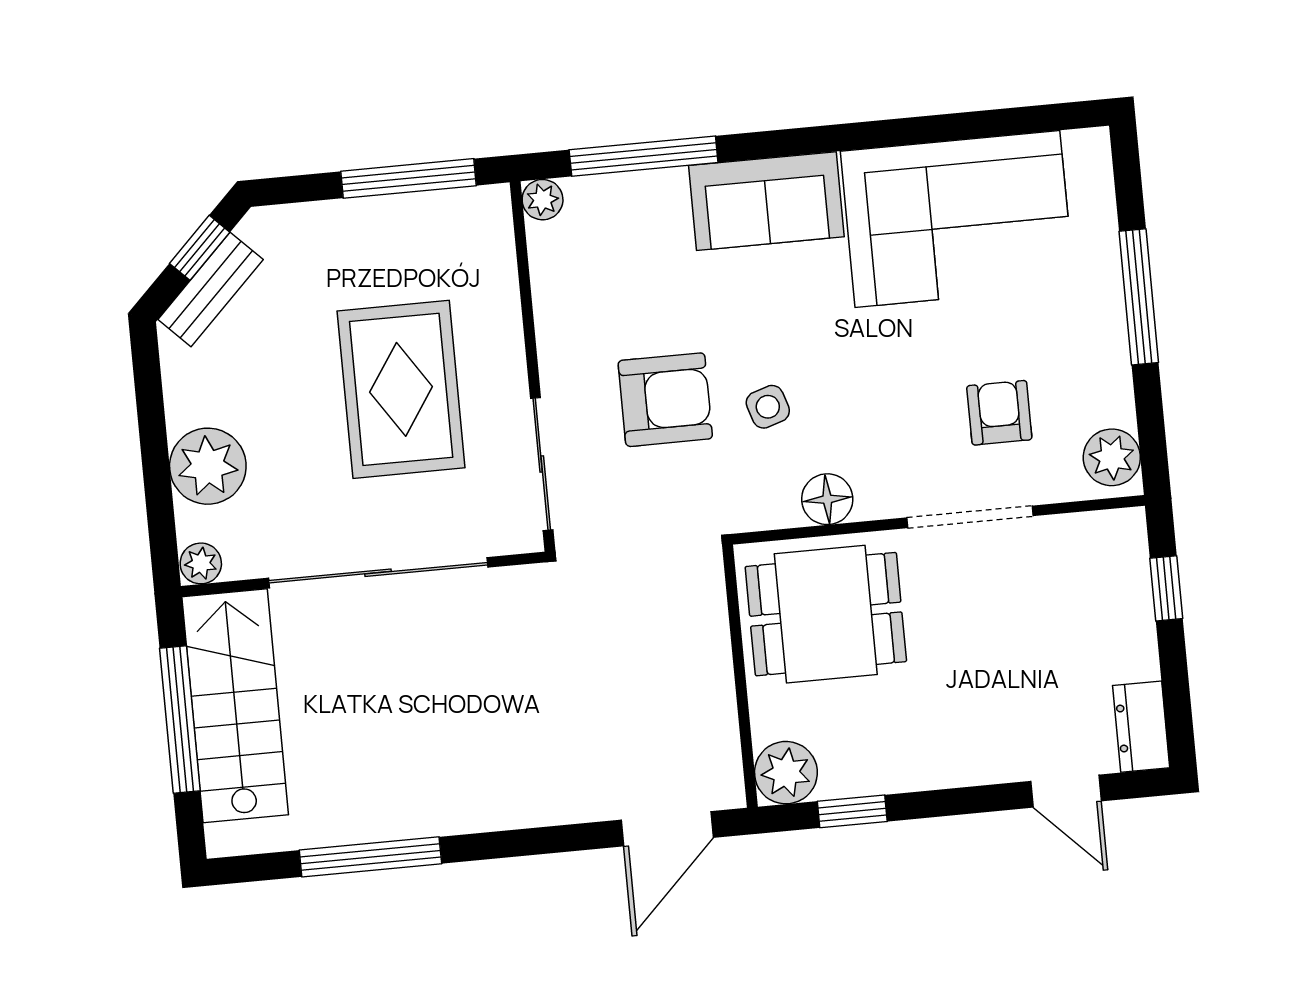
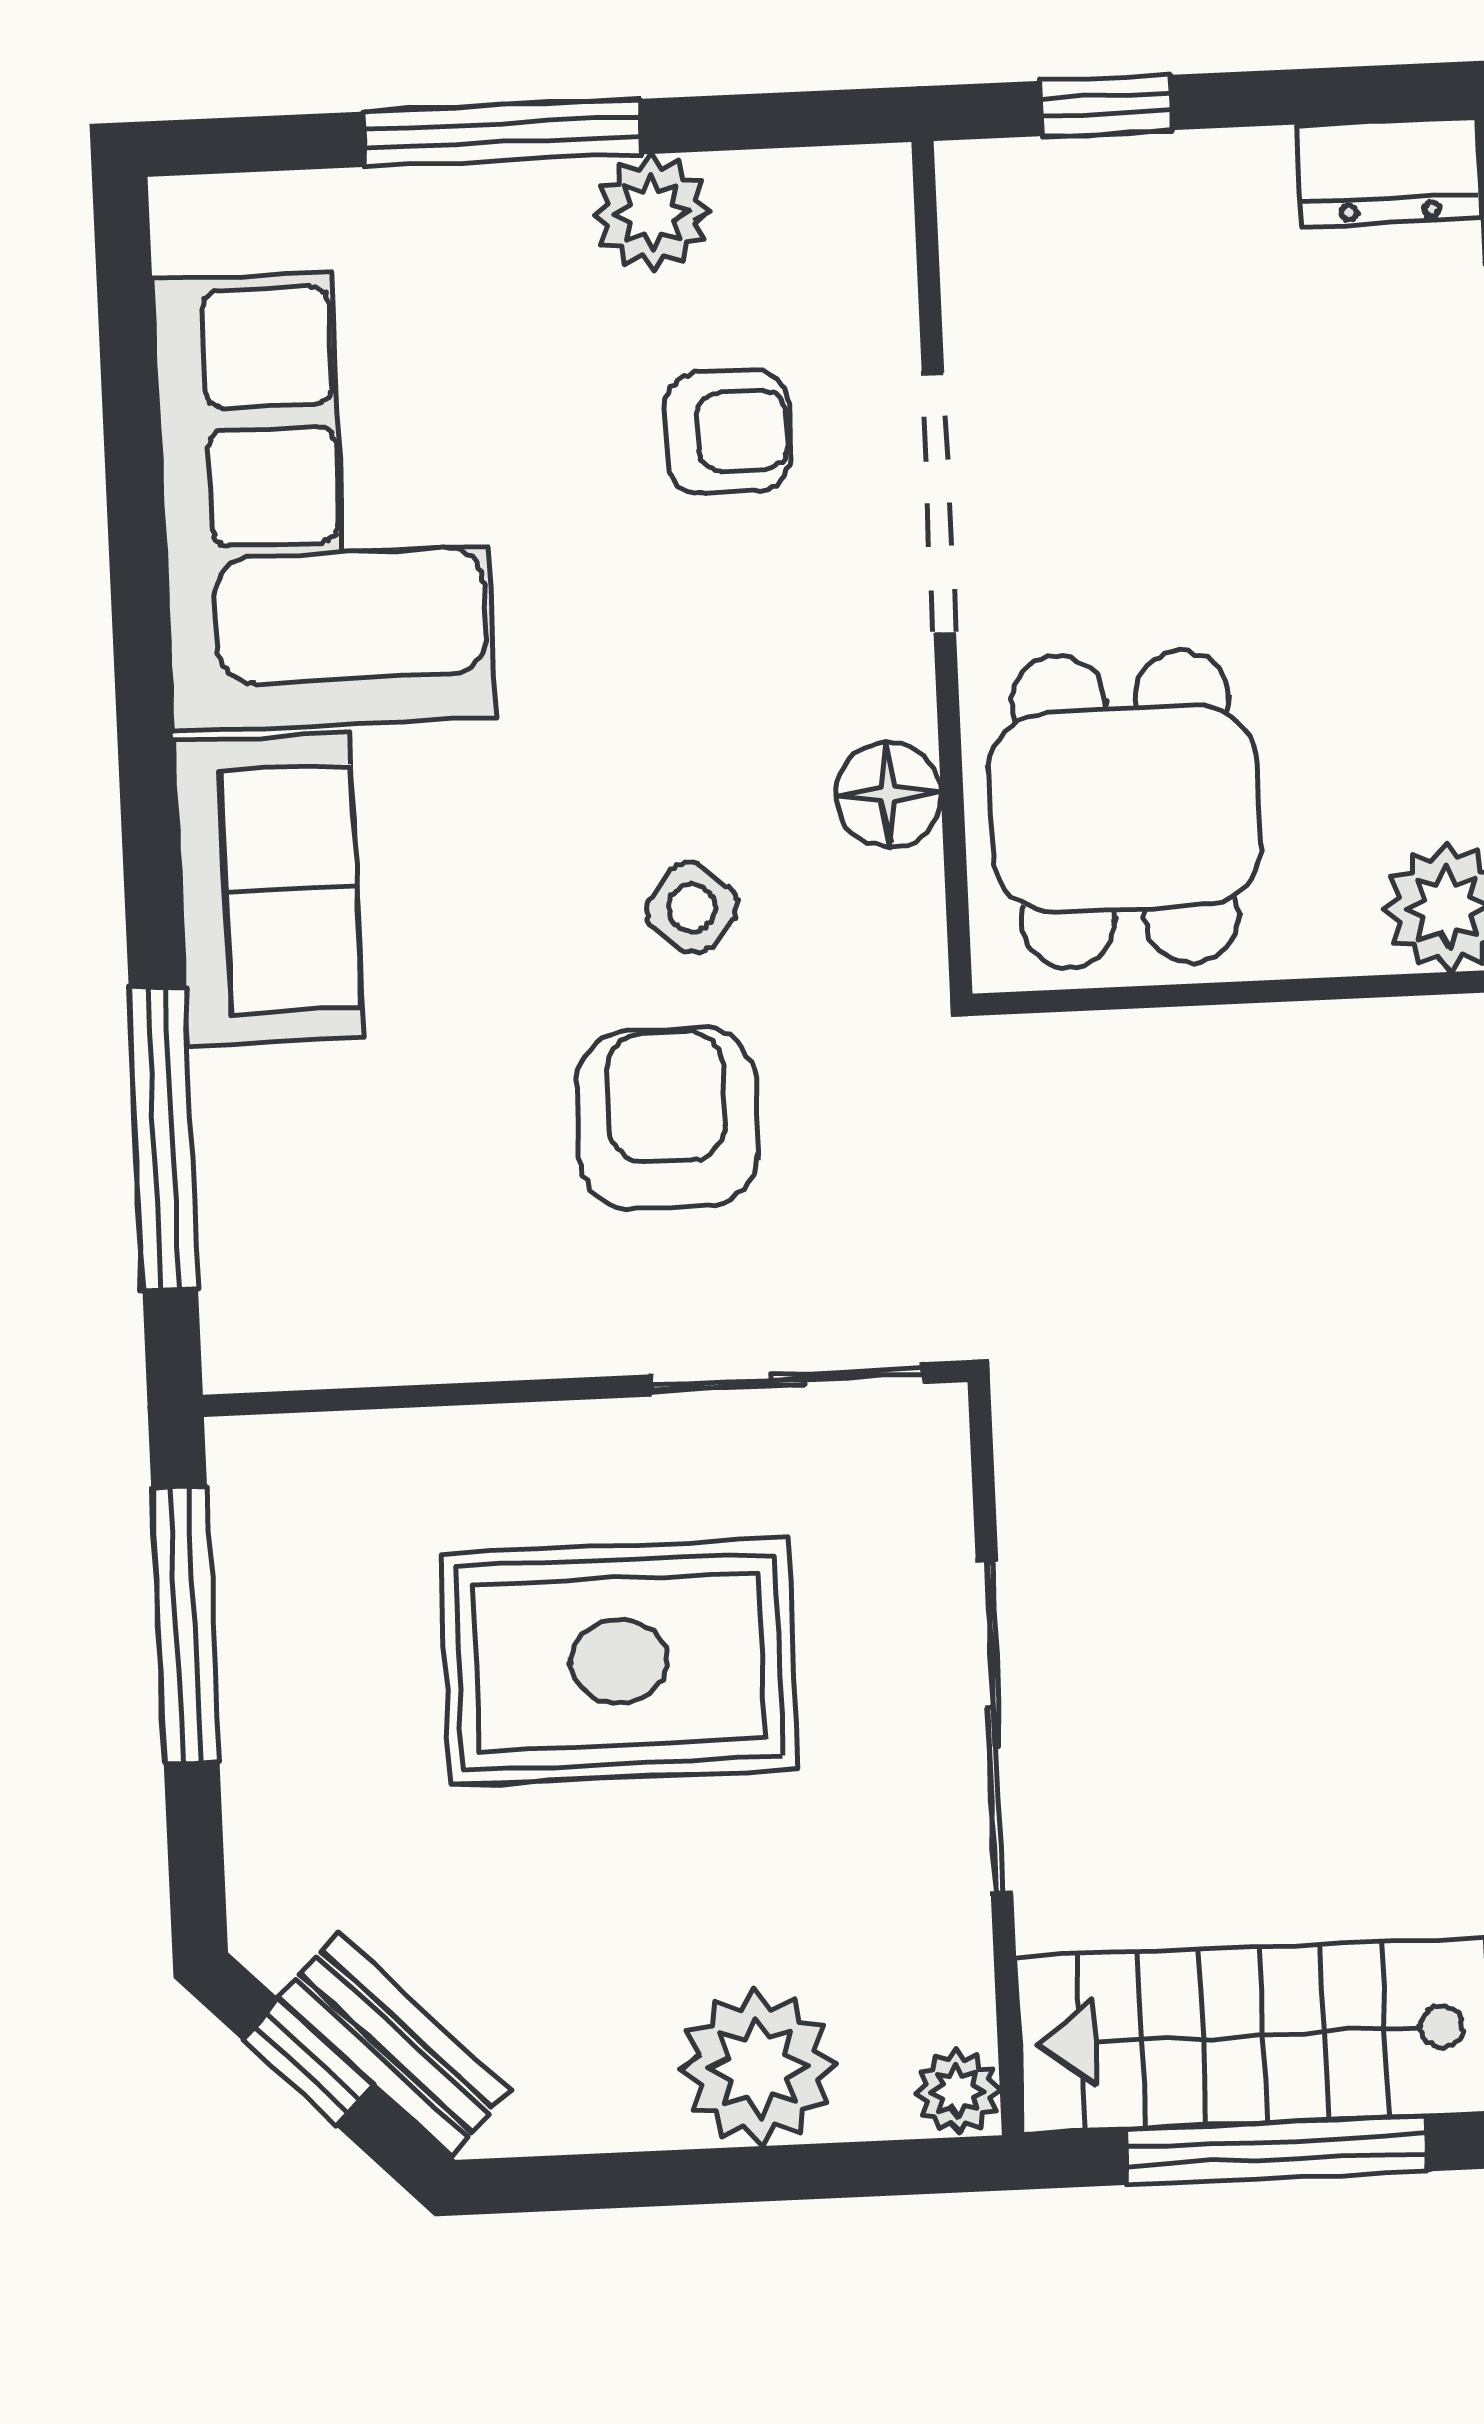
plant: (543, 200) -> (243, 1351), removed
side table: (768, 407) -> (692, 908), turned -33
armchair: (999, 413) -> (728, 432), turned 180
plant: (1112, 457) -> (652, 213), moved
sliding door: (378, 573) -> (994, 1727), width x0.73

